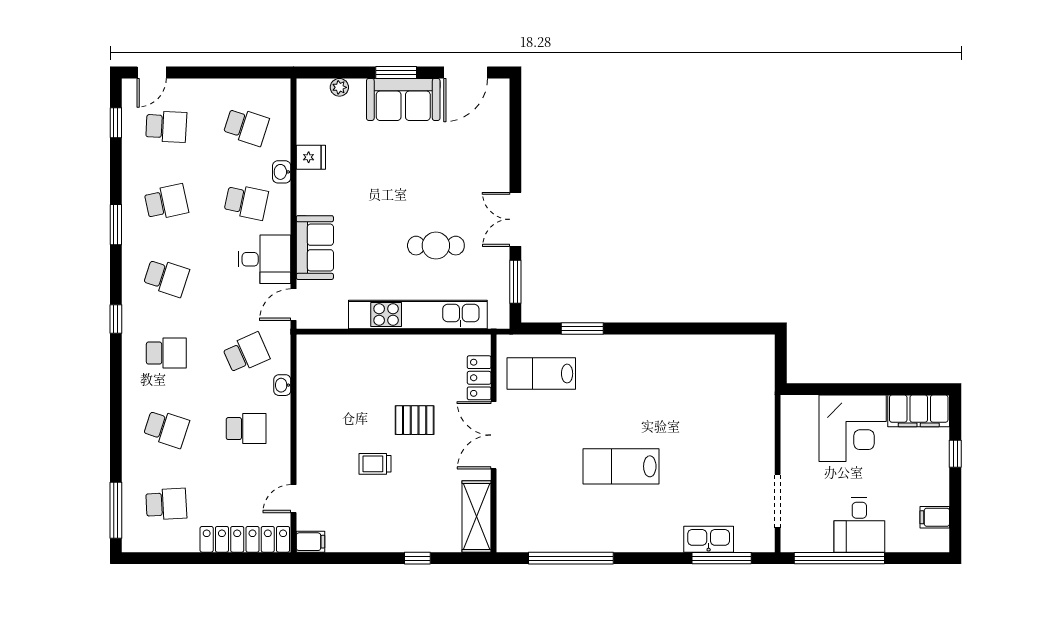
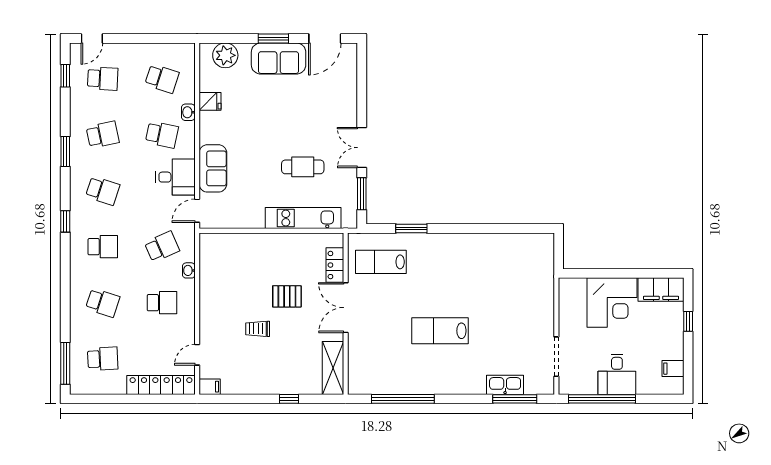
plant: (339, 87) -> (225, 55), width x1.87, depth x1.87
kitchen unit: (418, 314) -> (303, 218), width x0.73

